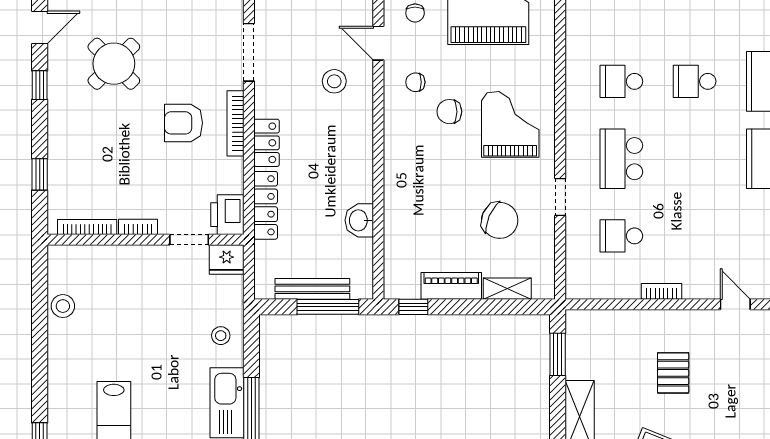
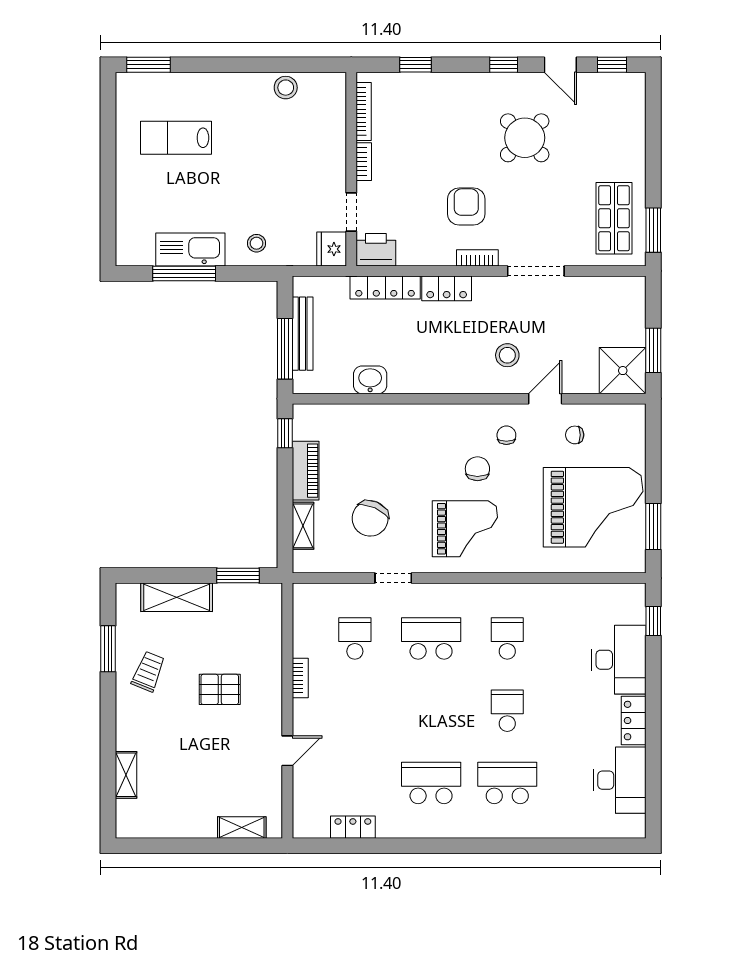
bookcase: (235, 123) -> (477, 258), width x0.64

